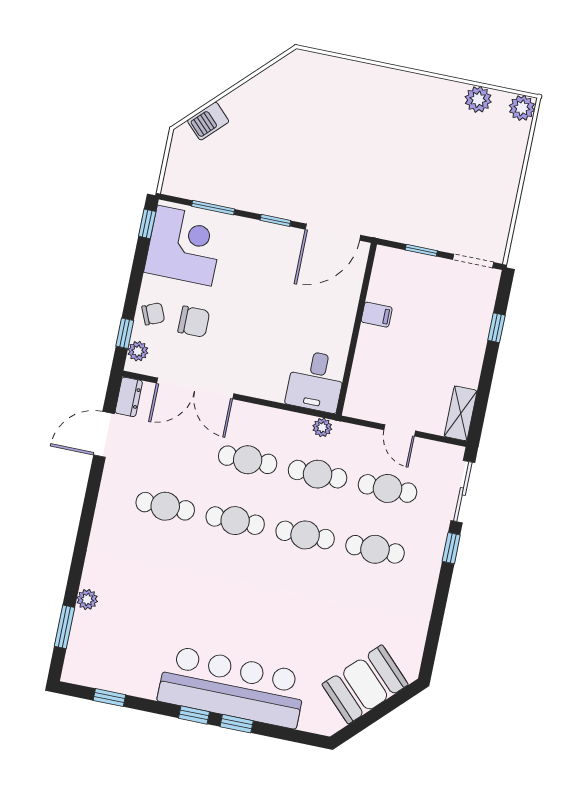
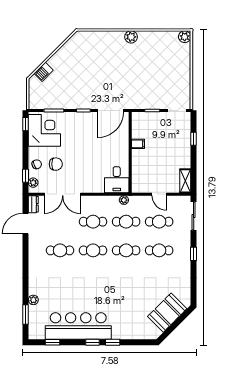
plant: (478, 99) -> (131, 37), moved
window: (451, 548) -> (194, 254), moved
bar counter: (232, 687) -> (78, 326), moved

